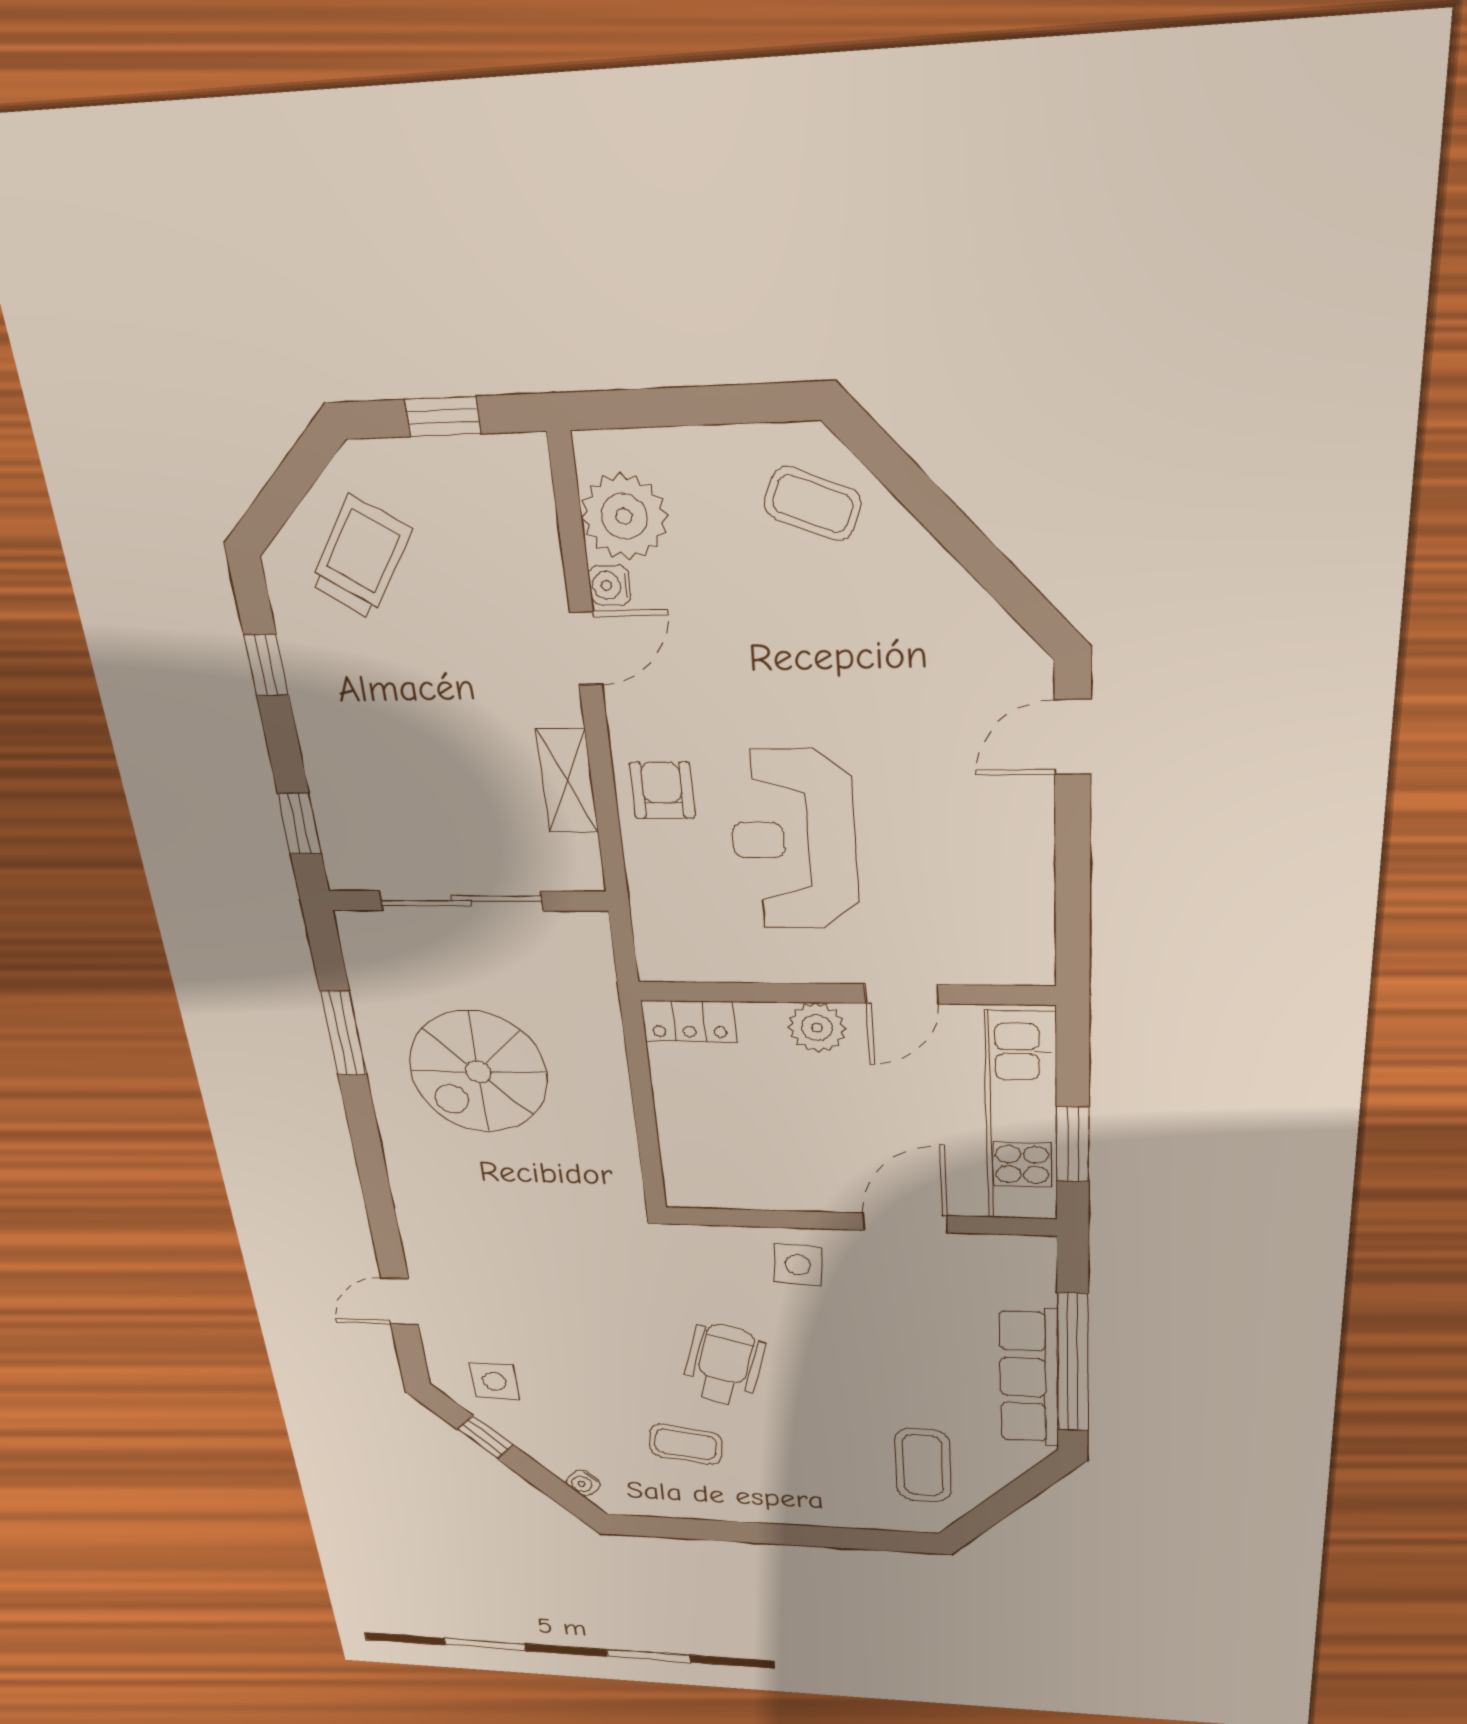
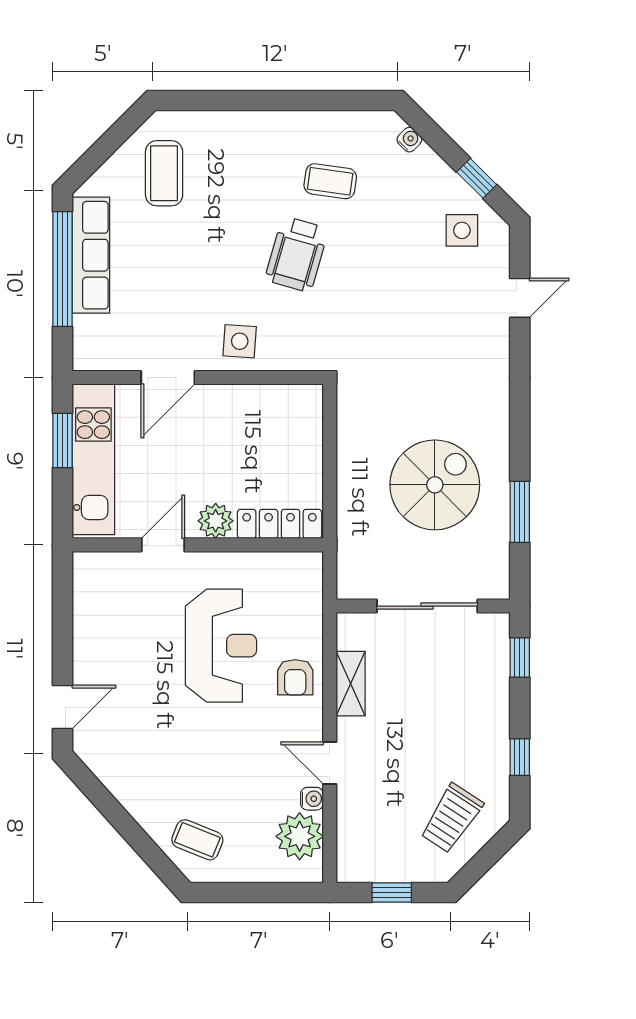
door: (586, 649) -> (330, 763), hinge flipped
locker: (689, 1021) -> (280, 524), width x1.53

